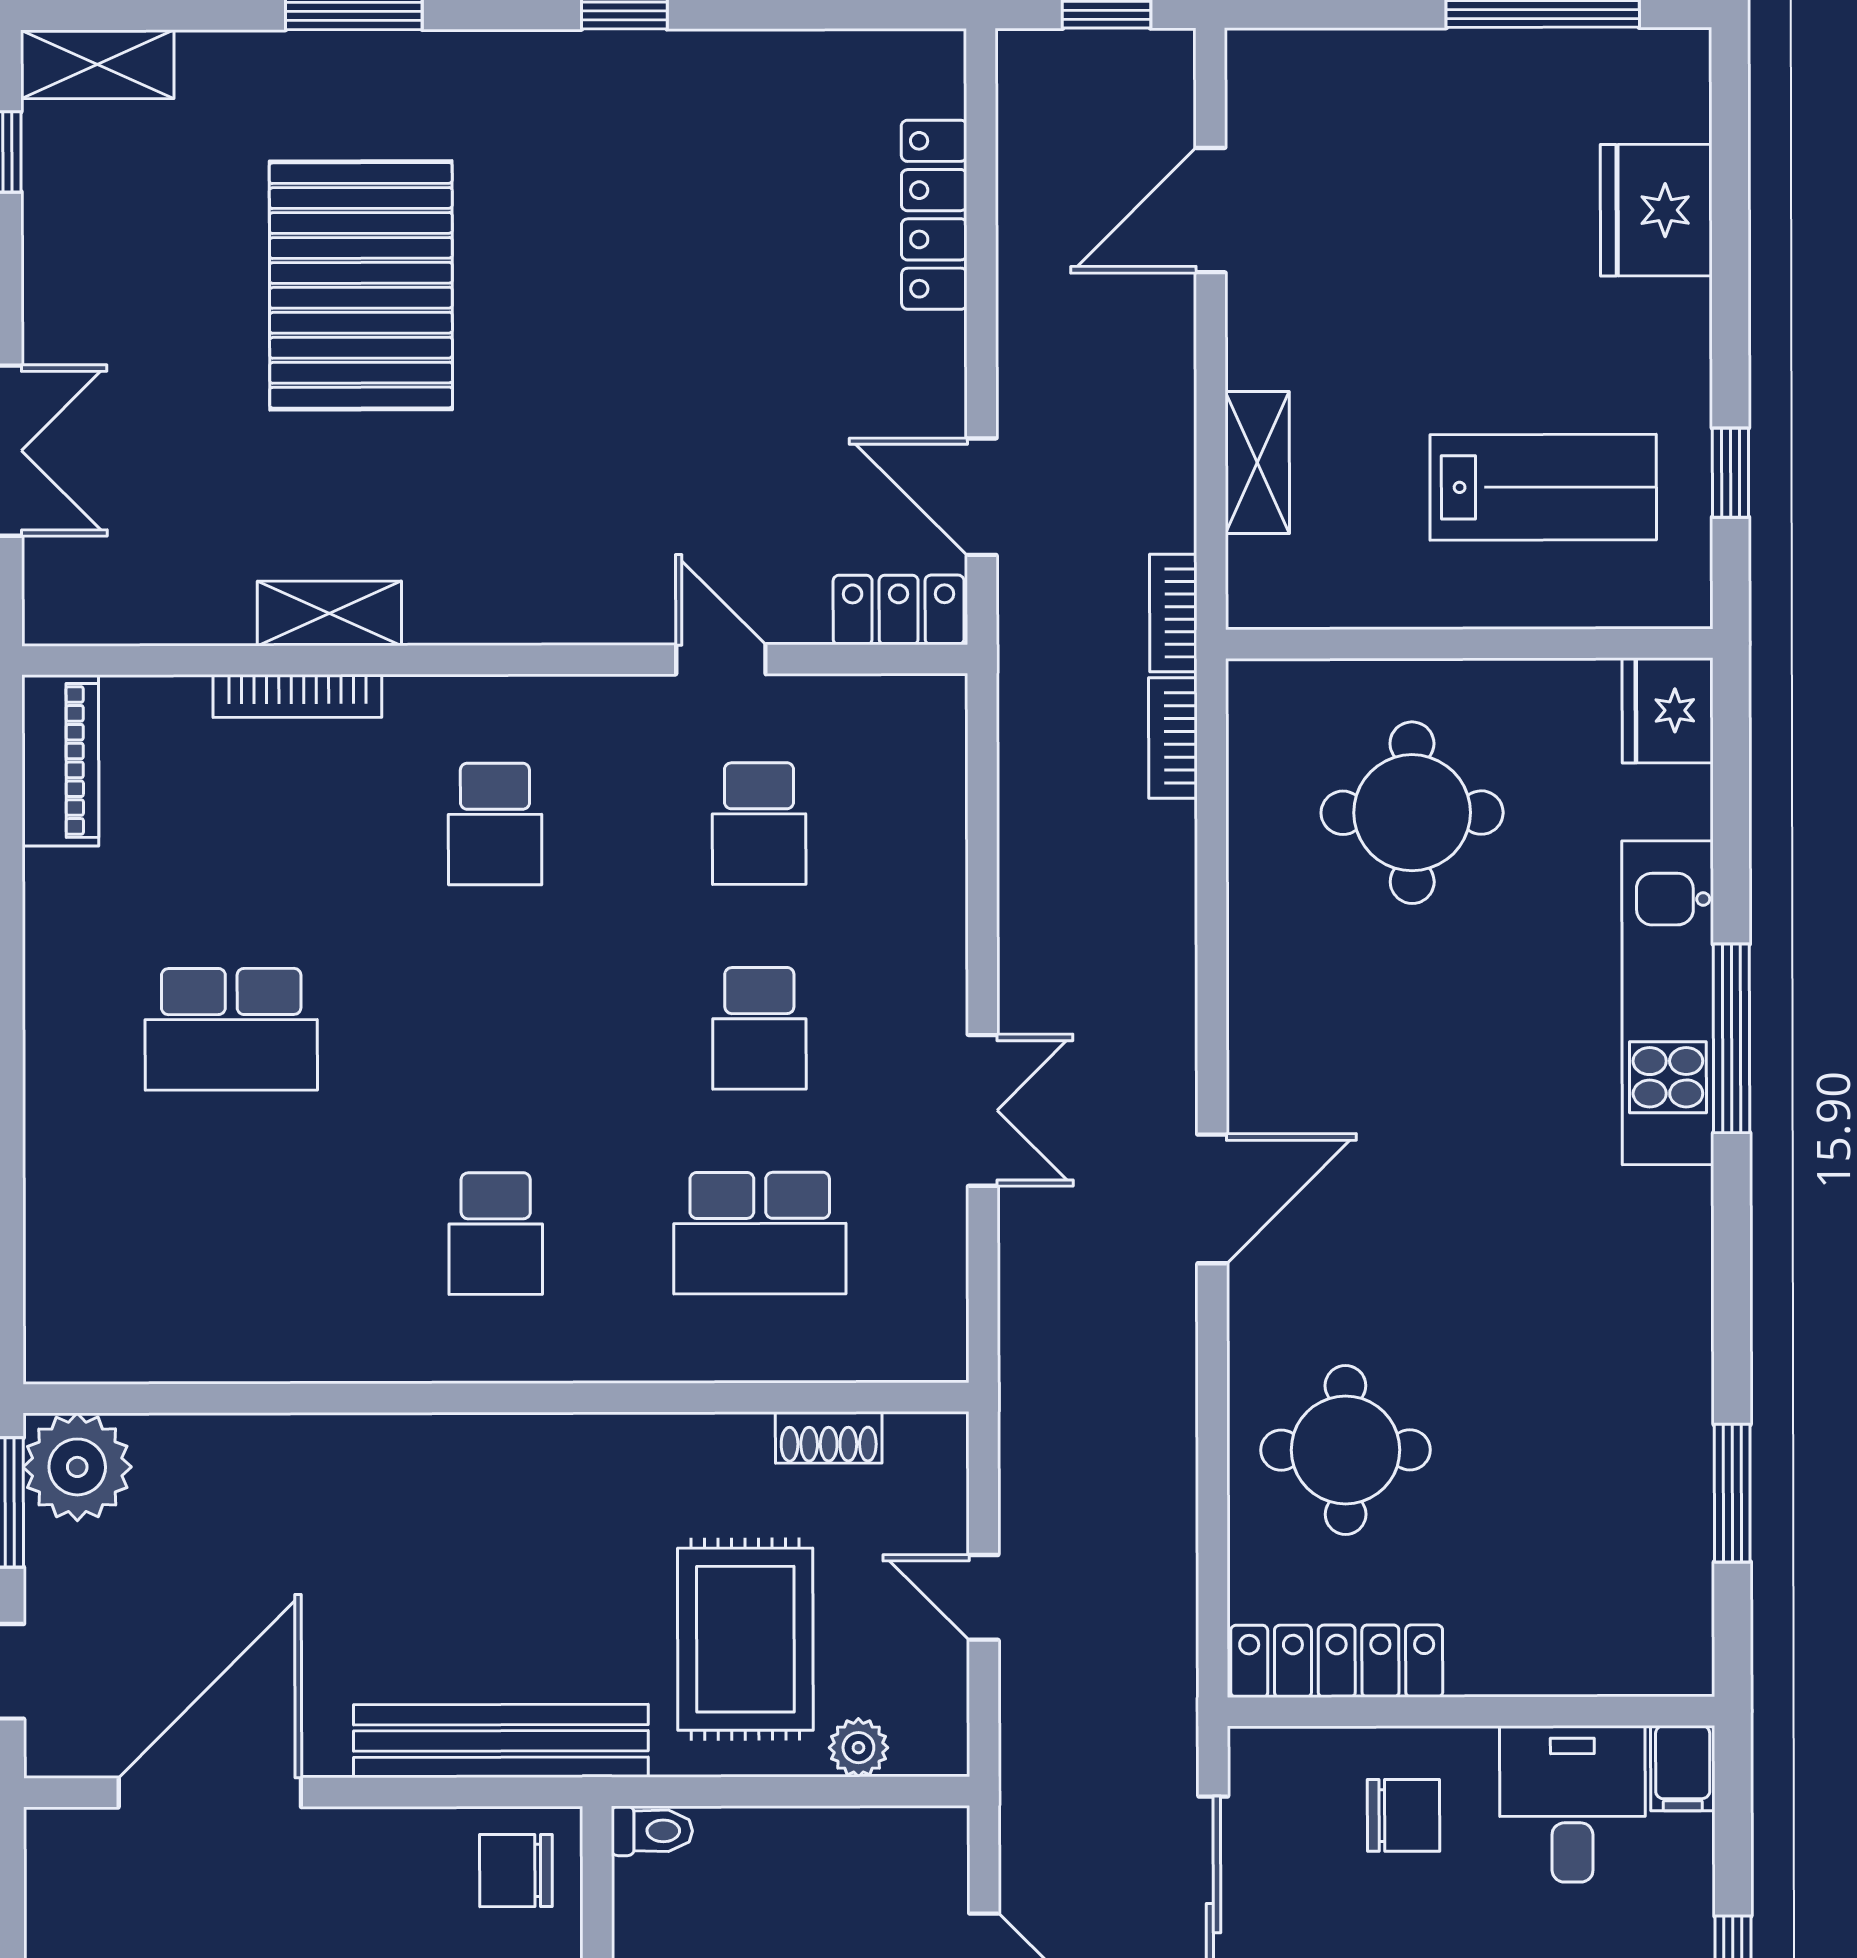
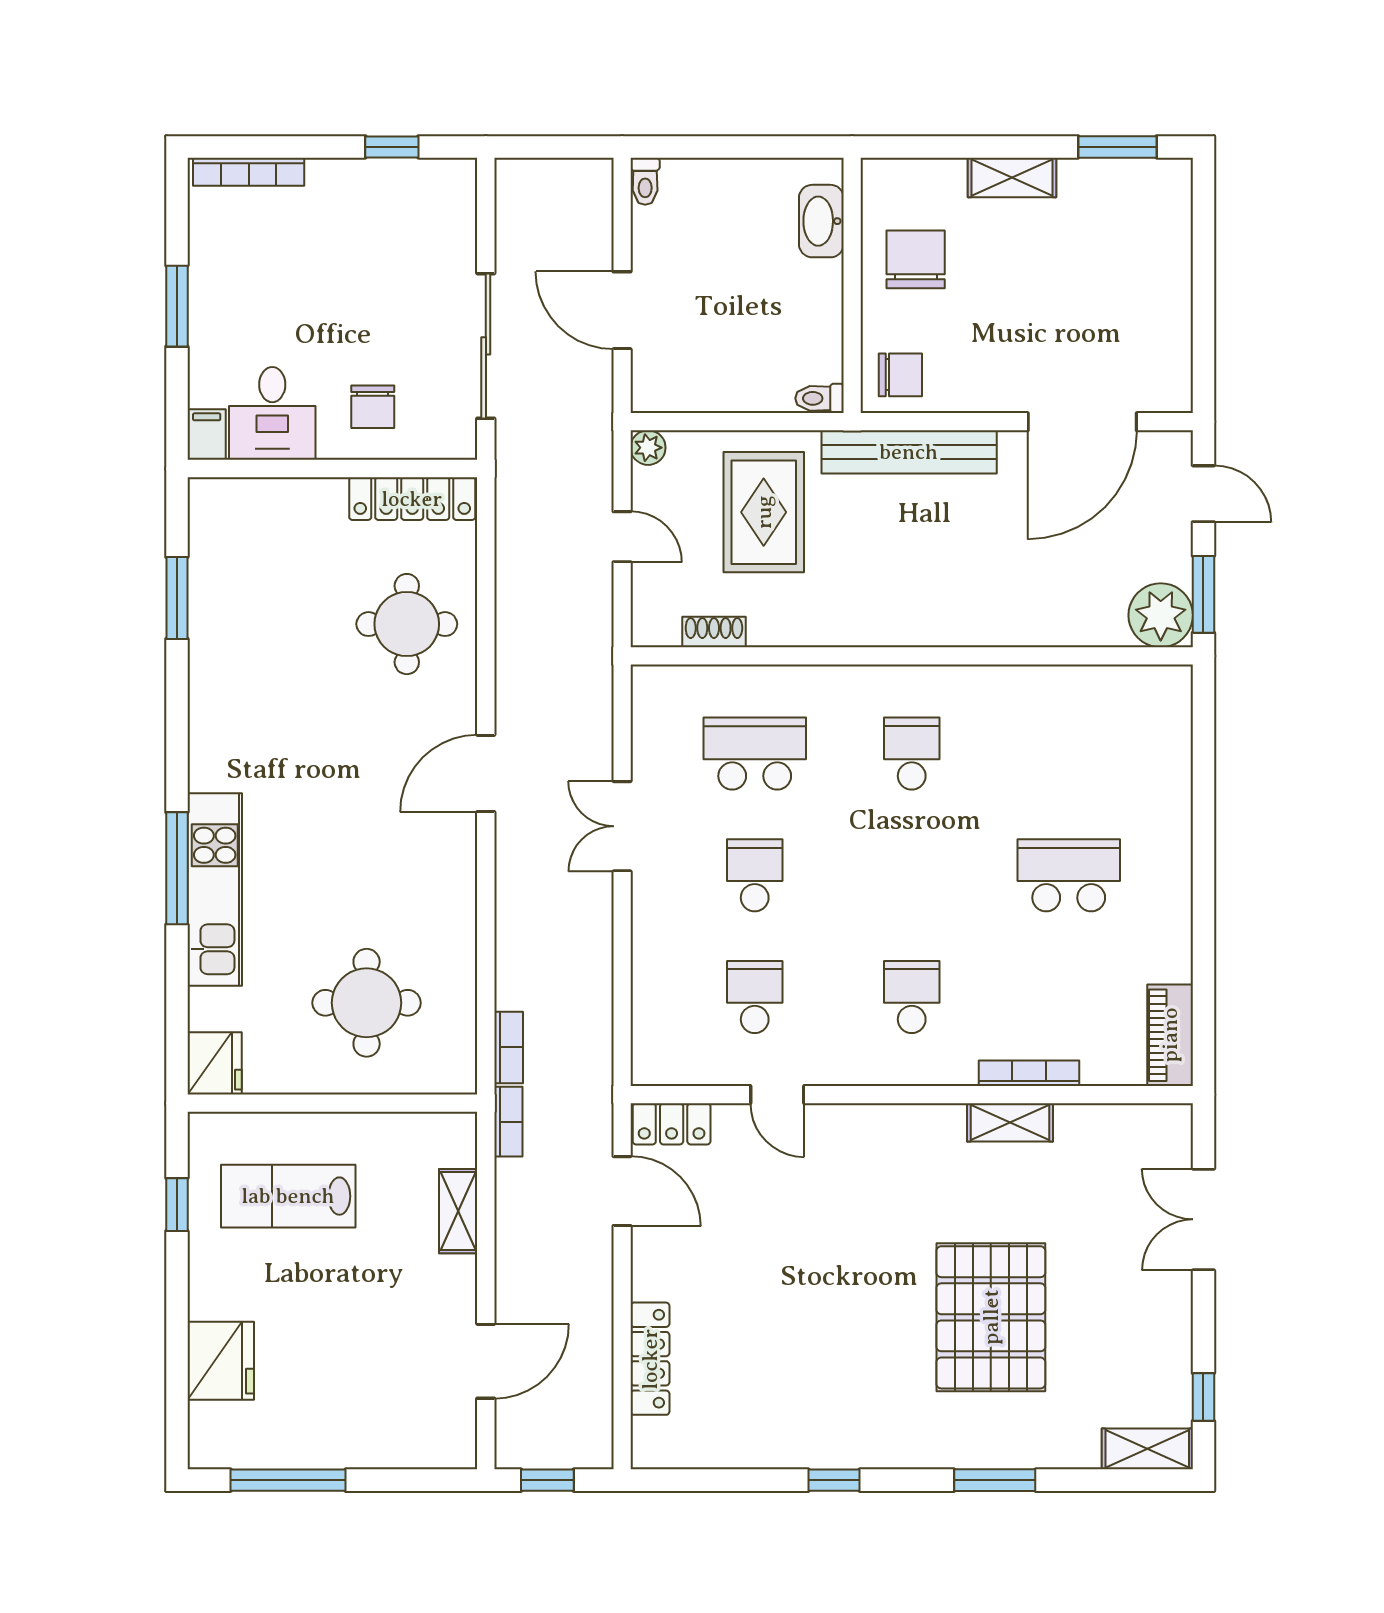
plant: (858, 1748) -> (648, 448), moved
chair: (1404, 1815) -> (373, 407), turned -90

